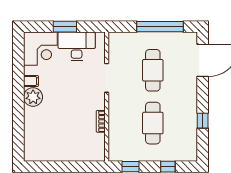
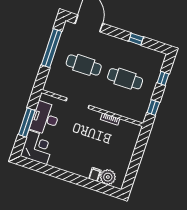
window: (65, 27) -> (27, 122), width x1.44
filing cabinet: (31, 81) -> (95, 174), moved
plant: (33, 97) -> (108, 177), moved

